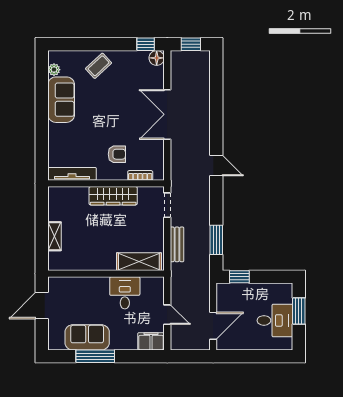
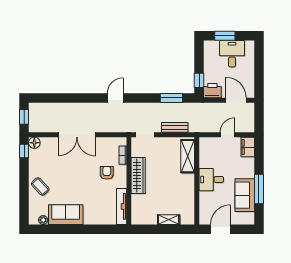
desk: (125, 293) -> (211, 180), moved
printer: (226, 295) -> (212, 91), added
door: (42, 306) -> (221, 229), swing flipped

